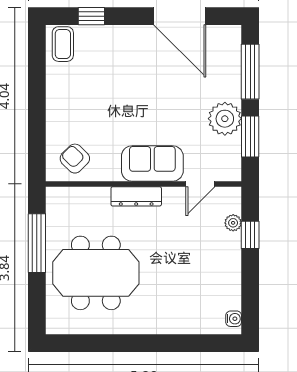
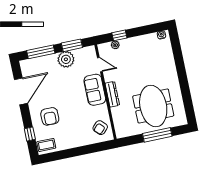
armchair: (118, 63) -> (50, 116), added
window: (37, 243) -> (157, 135), moved

